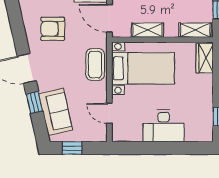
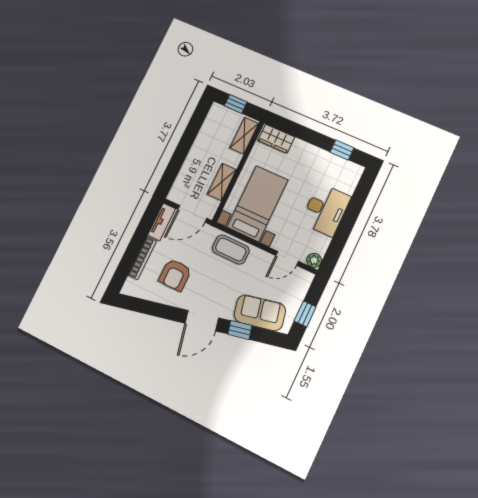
plant: (118, 136) -> (314, 260), added

